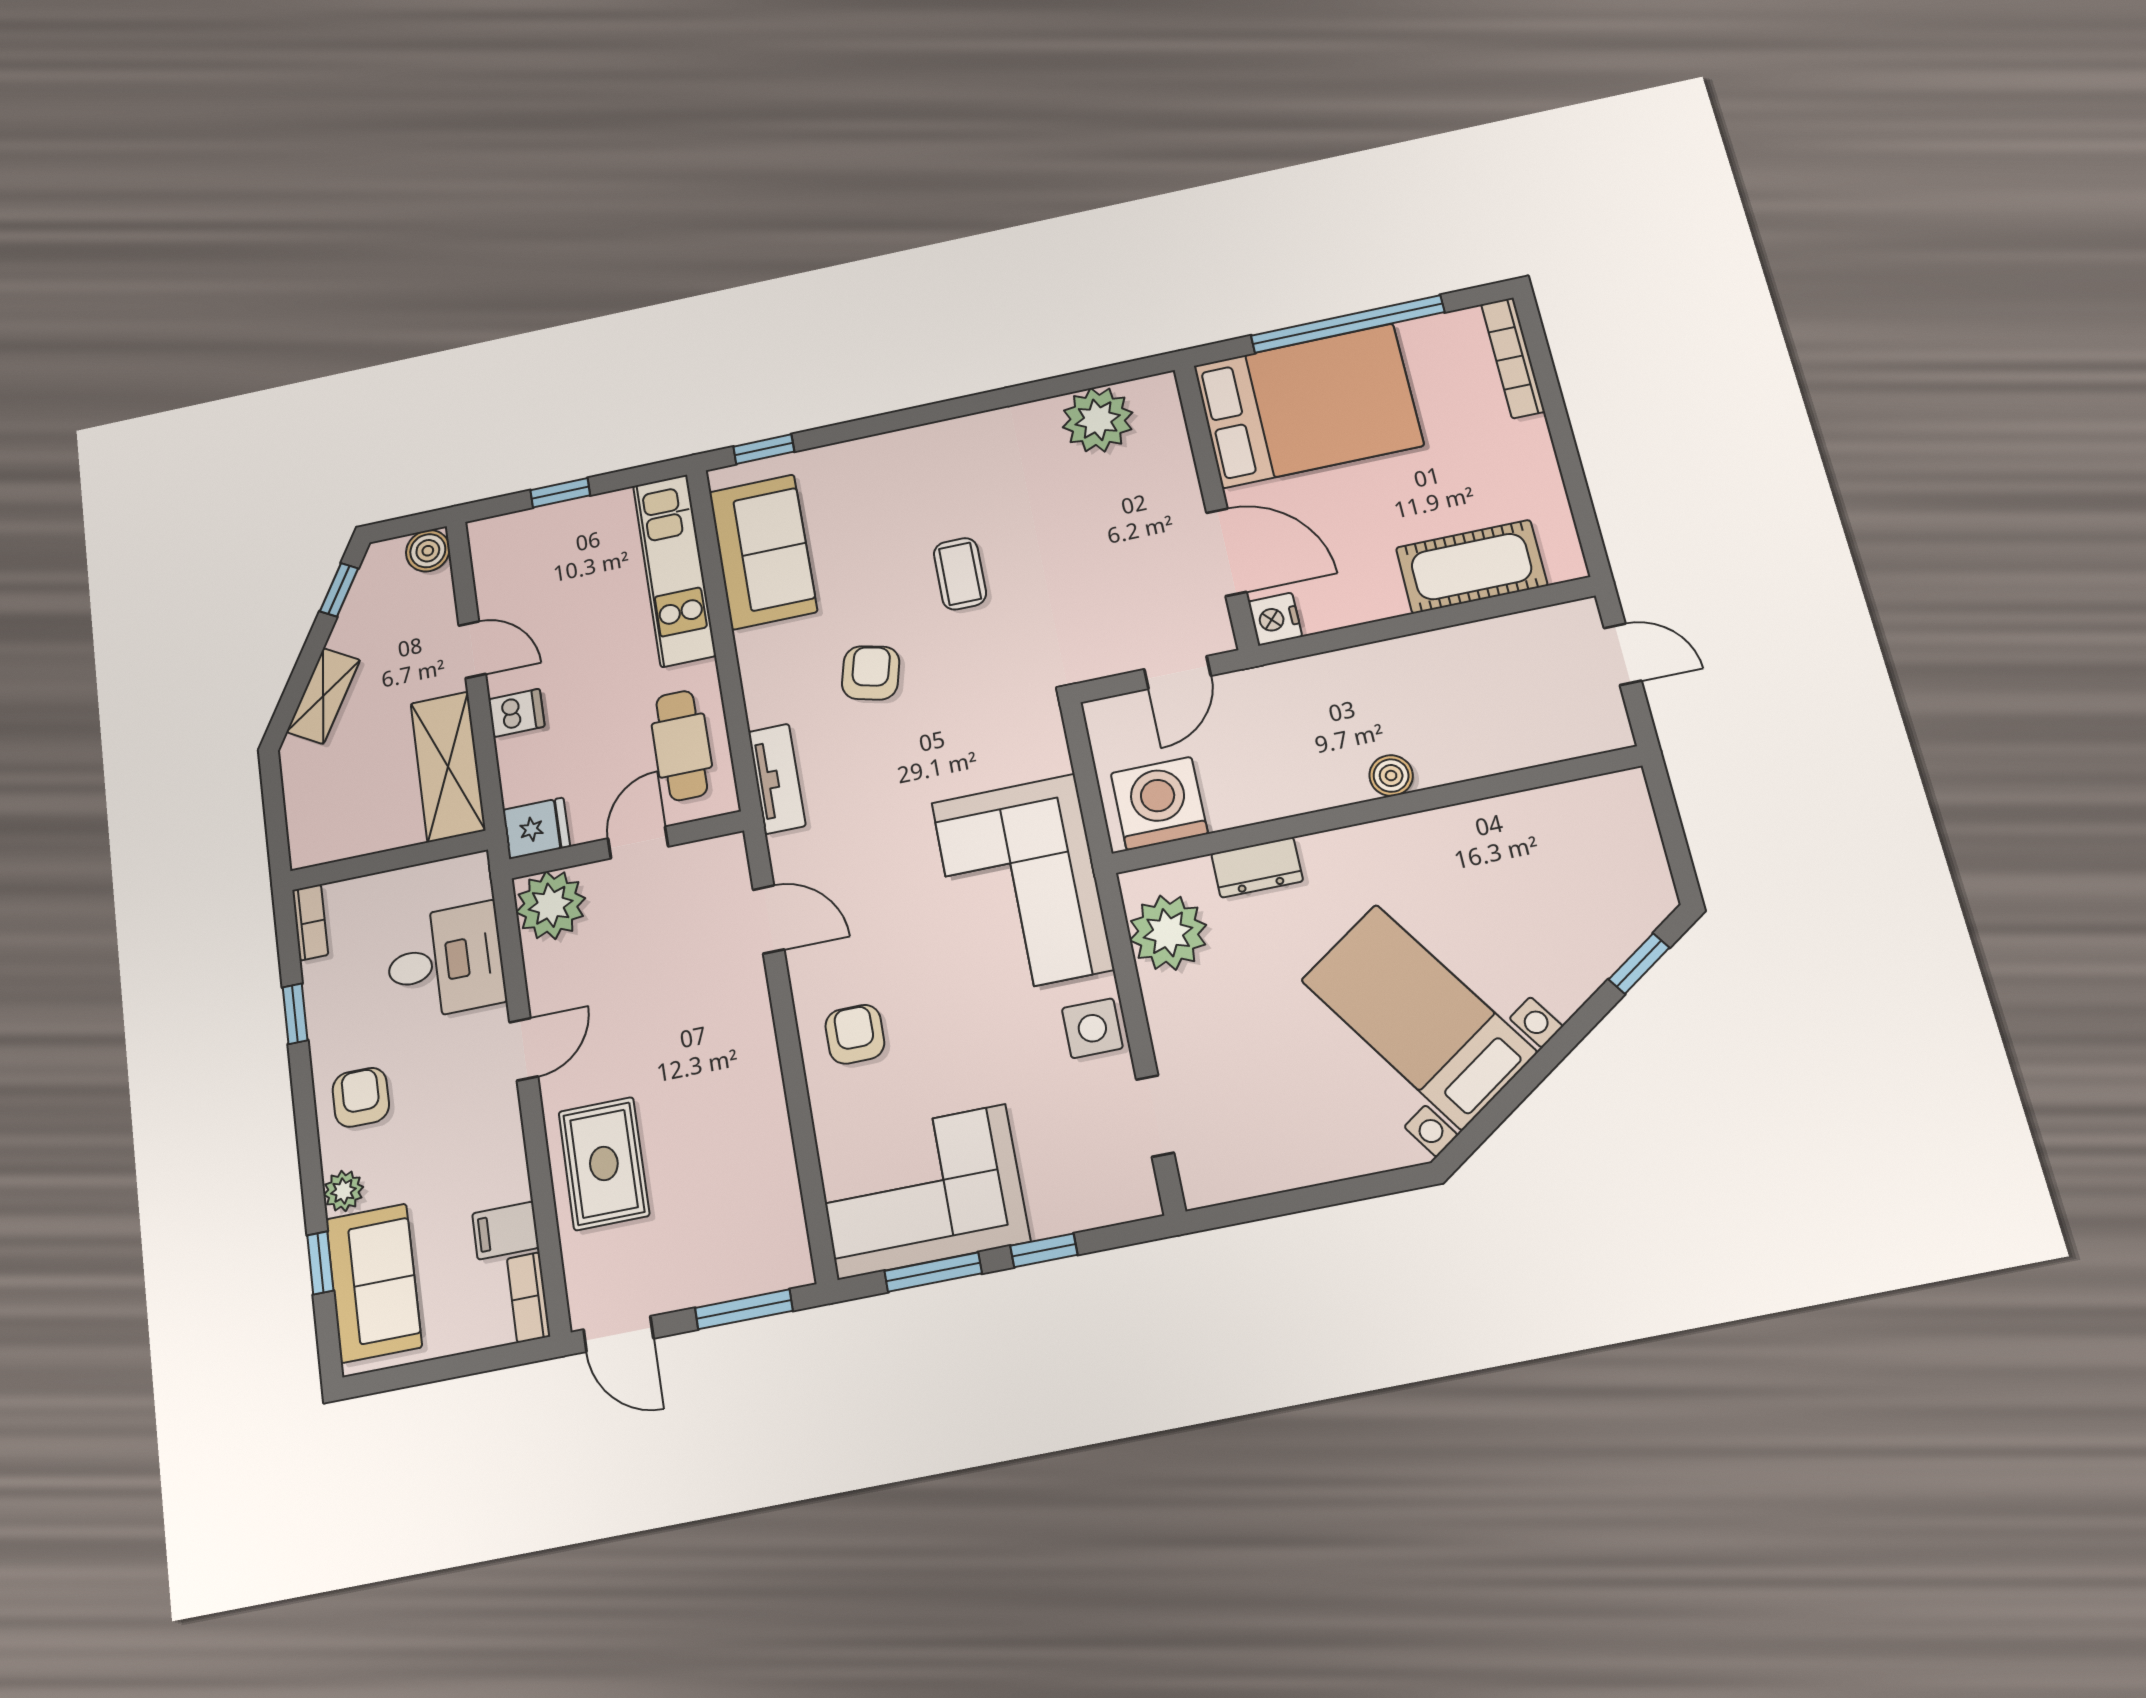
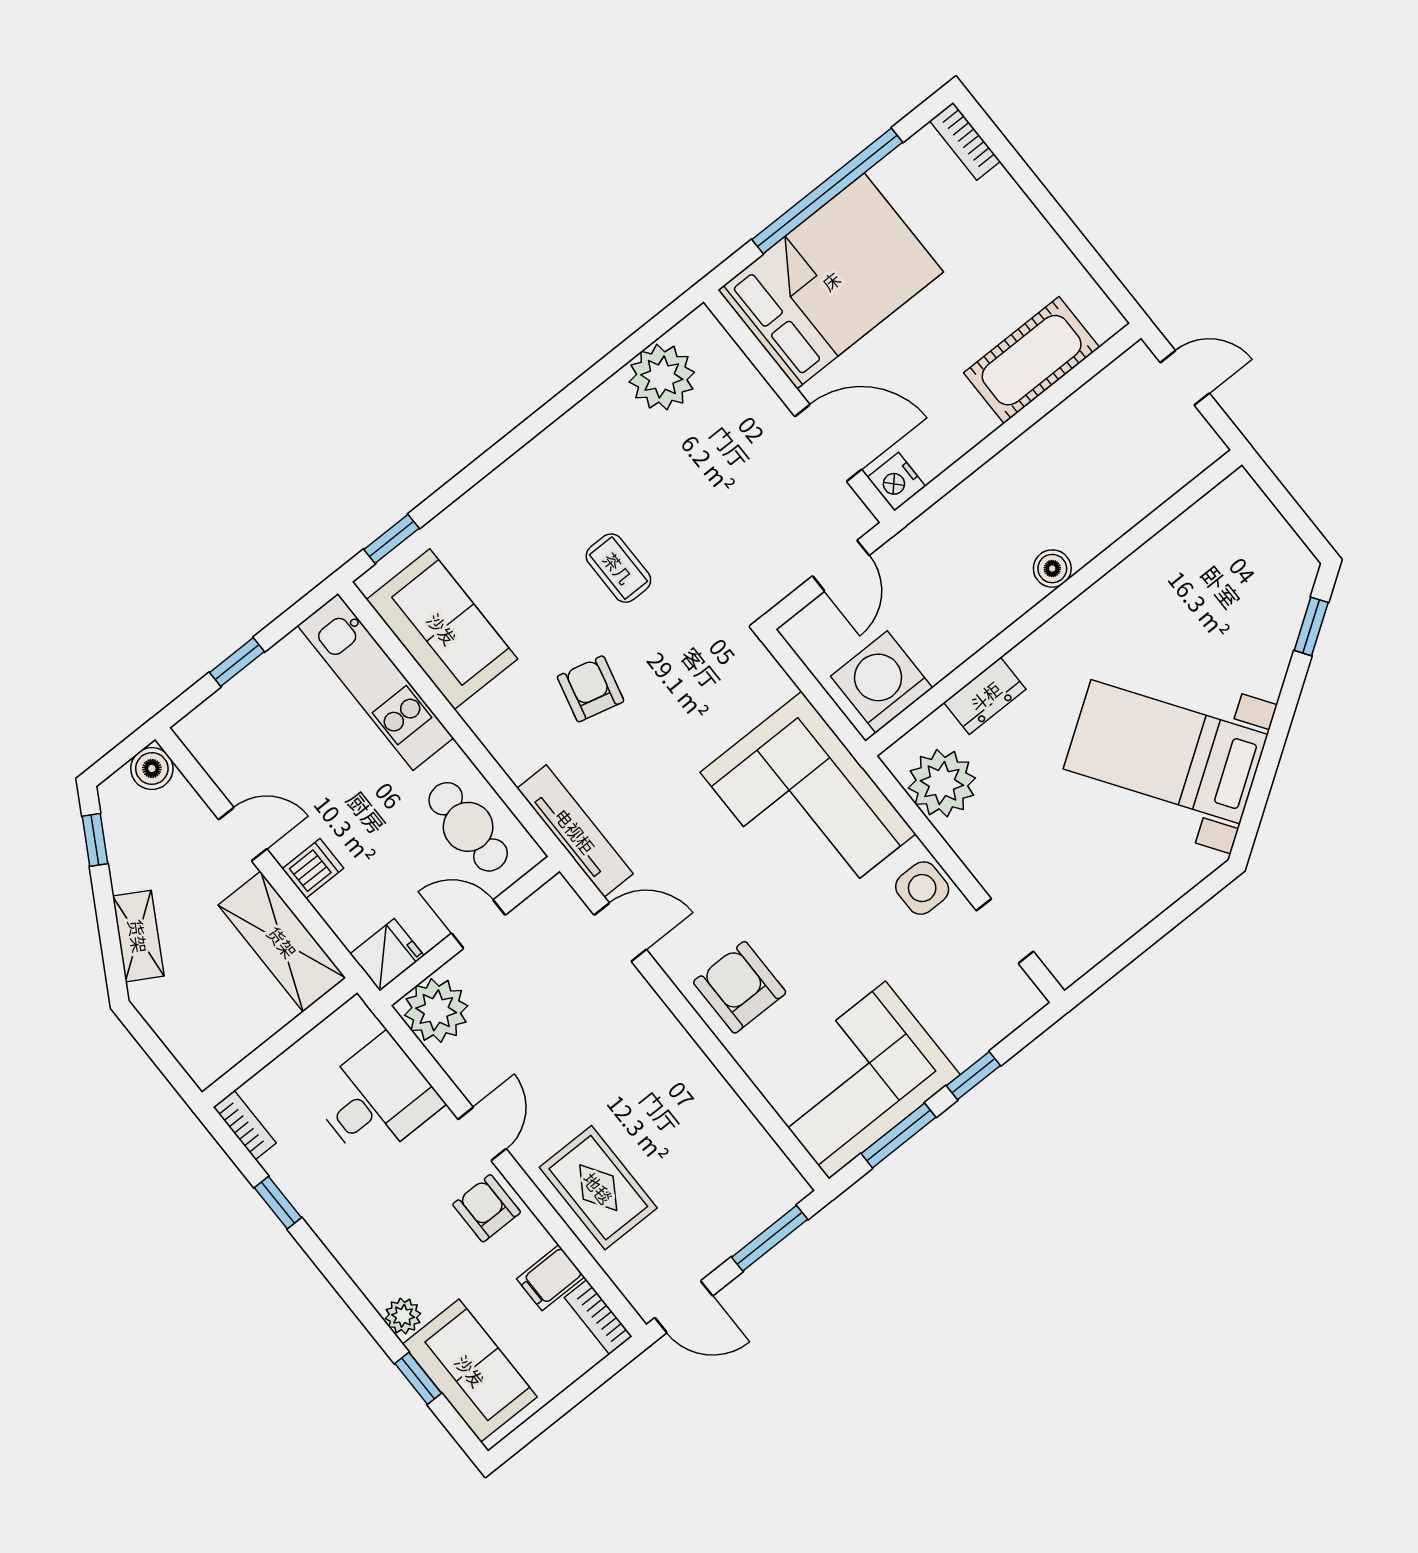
bookcase: (1513, 358) -> (965, 141), width x0.64
tv unit: (777, 779) -> (575, 831), width x1.41
door: (638, 843) -> (478, 924), hinge flipped
armchair: (855, 1034) -> (740, 987), width x1.38, depth x1.38
armchair: (361, 1097) -> (487, 1208), moved

